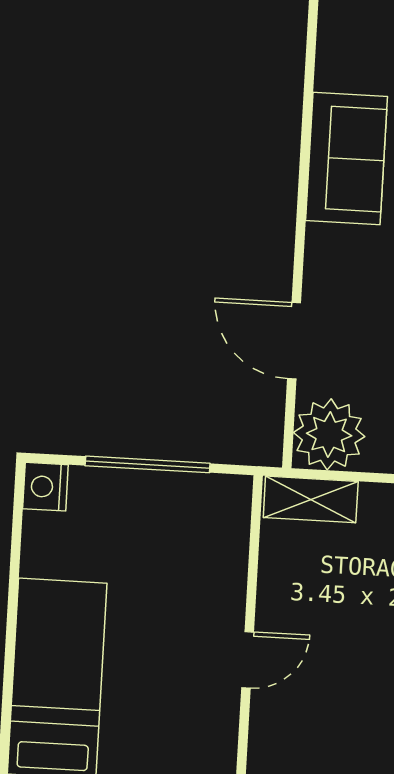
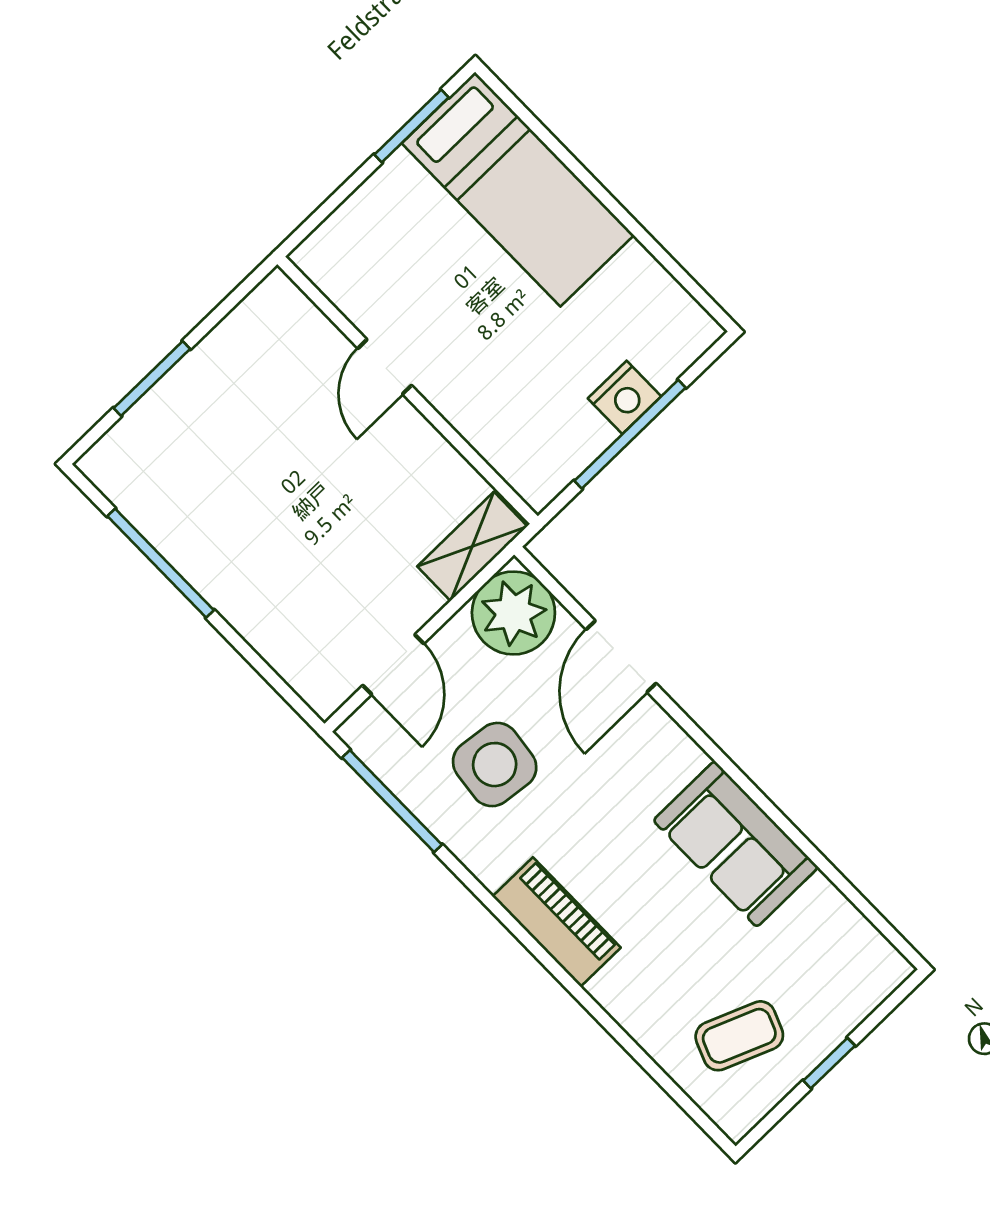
door: (294, 341) -> (621, 656), swing flipped
nightstand: (45, 487) -> (624, 397), moved, turned 90

